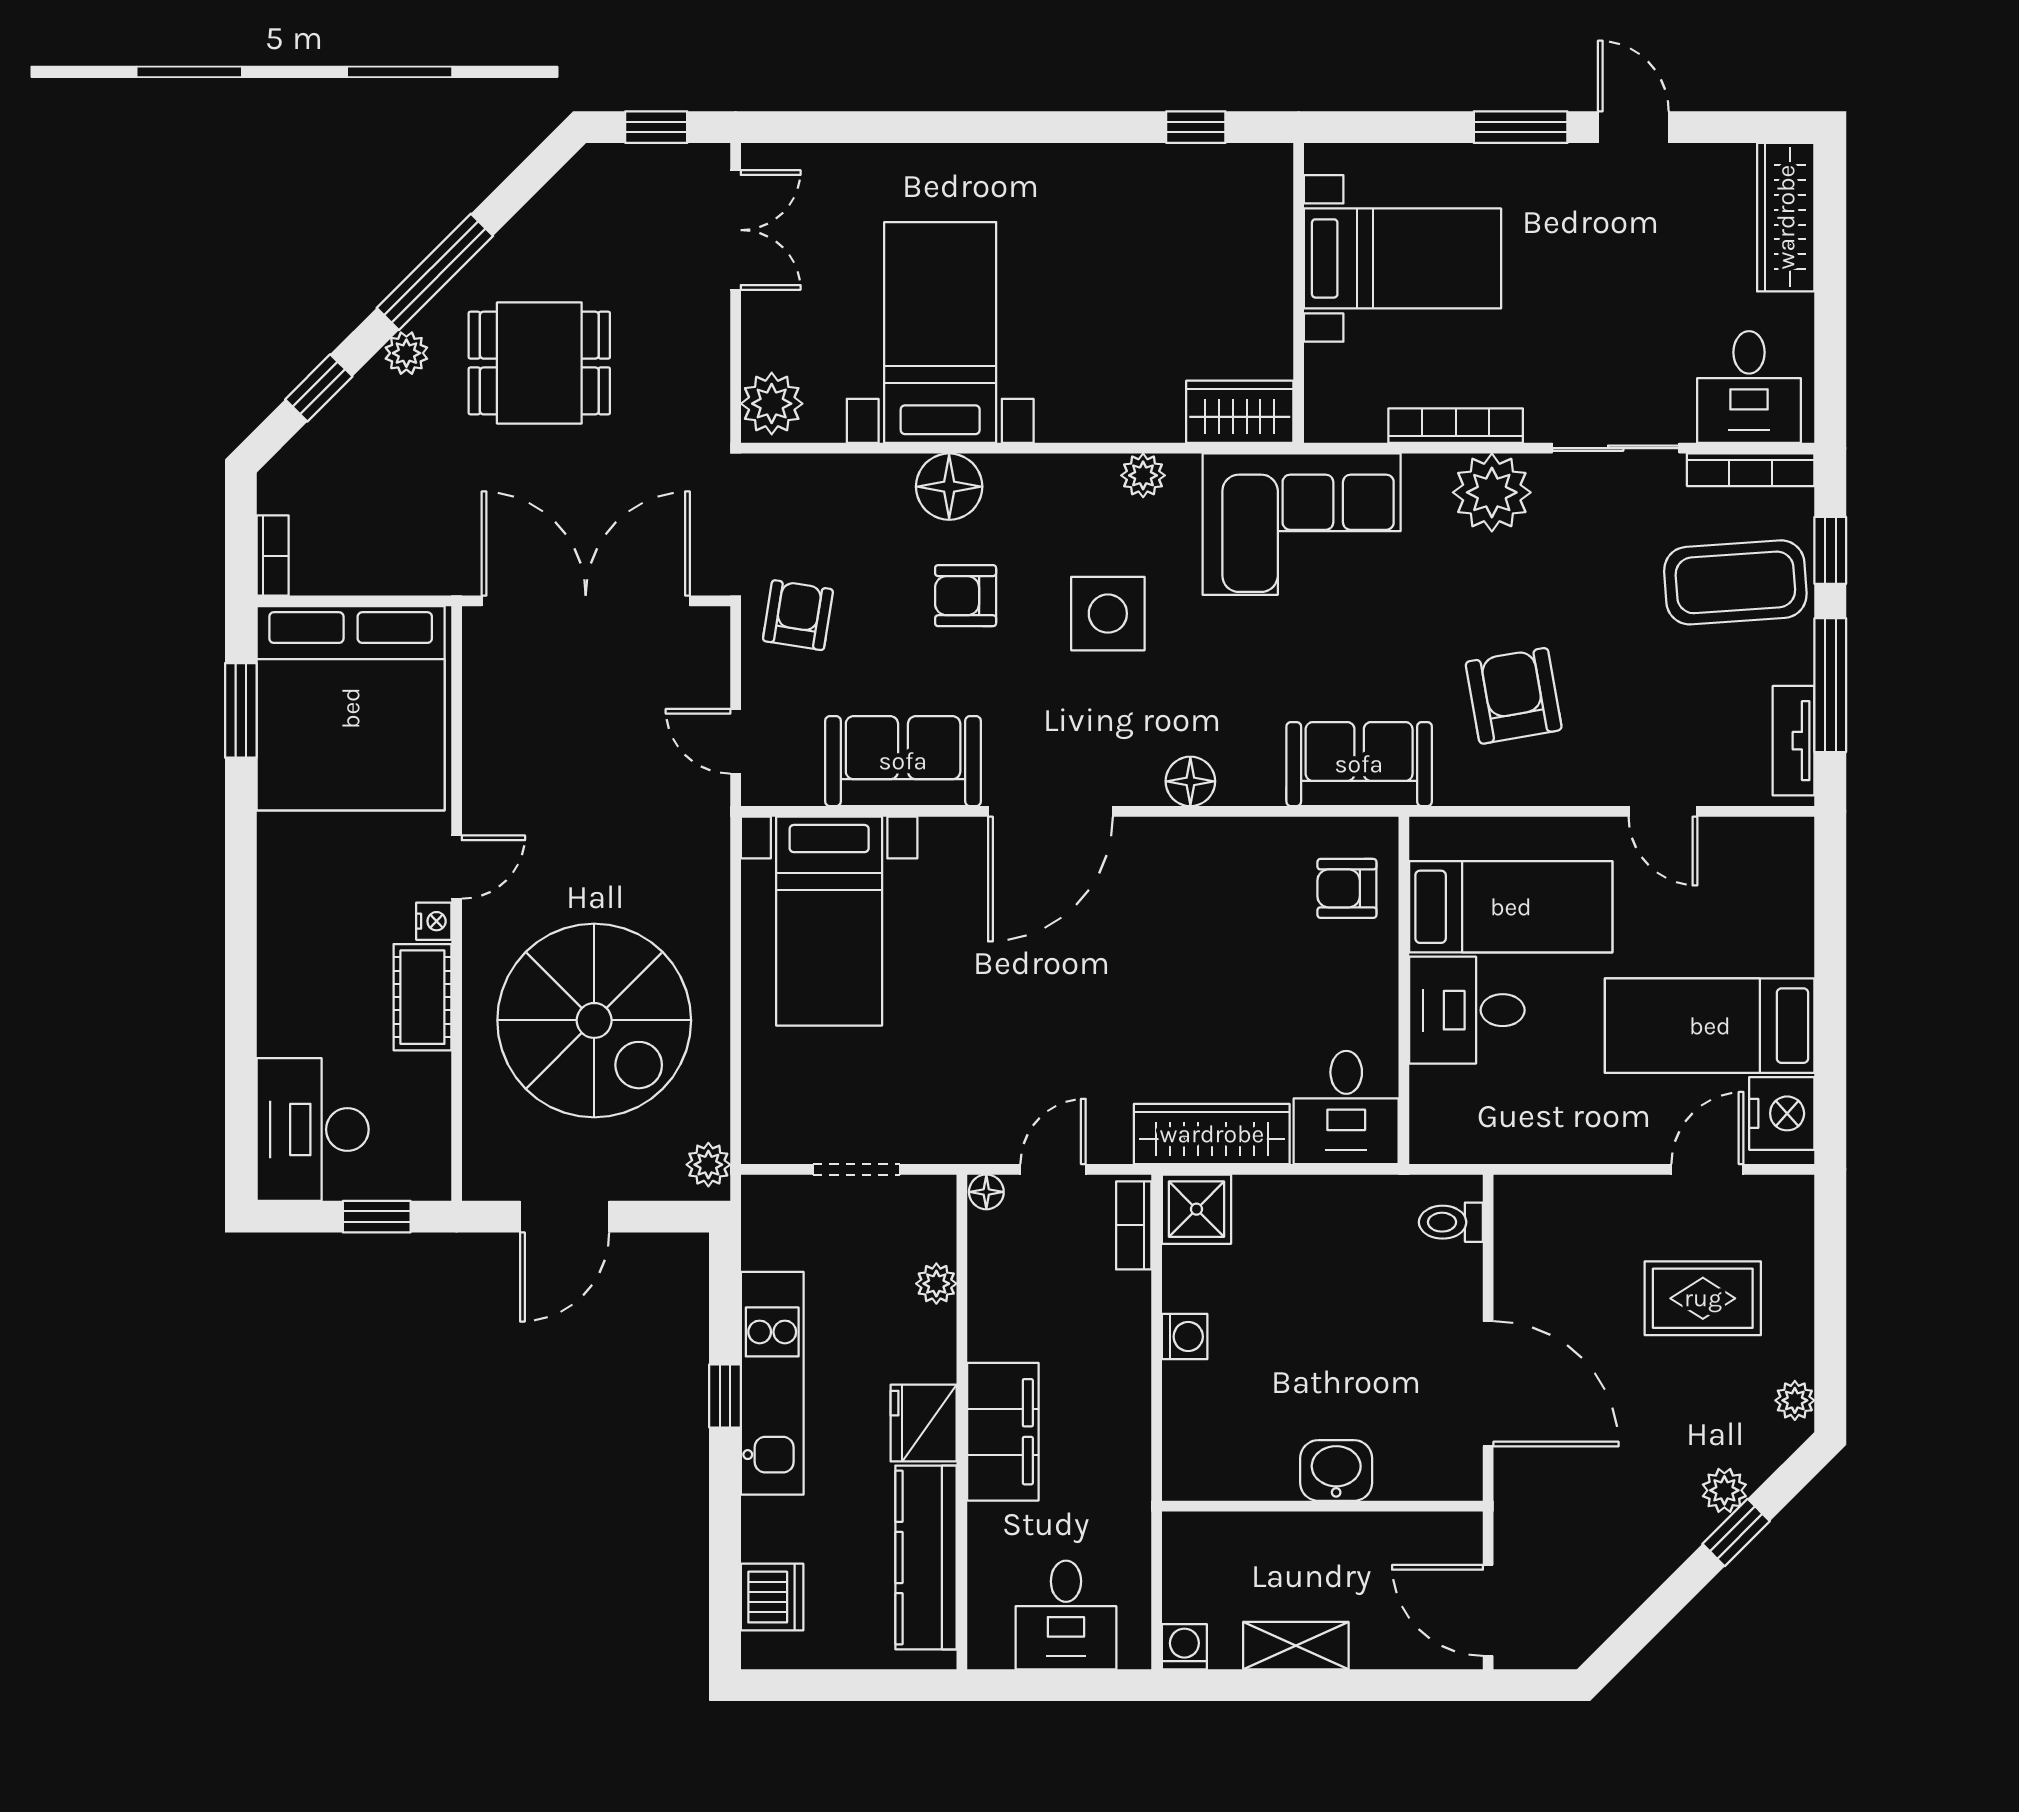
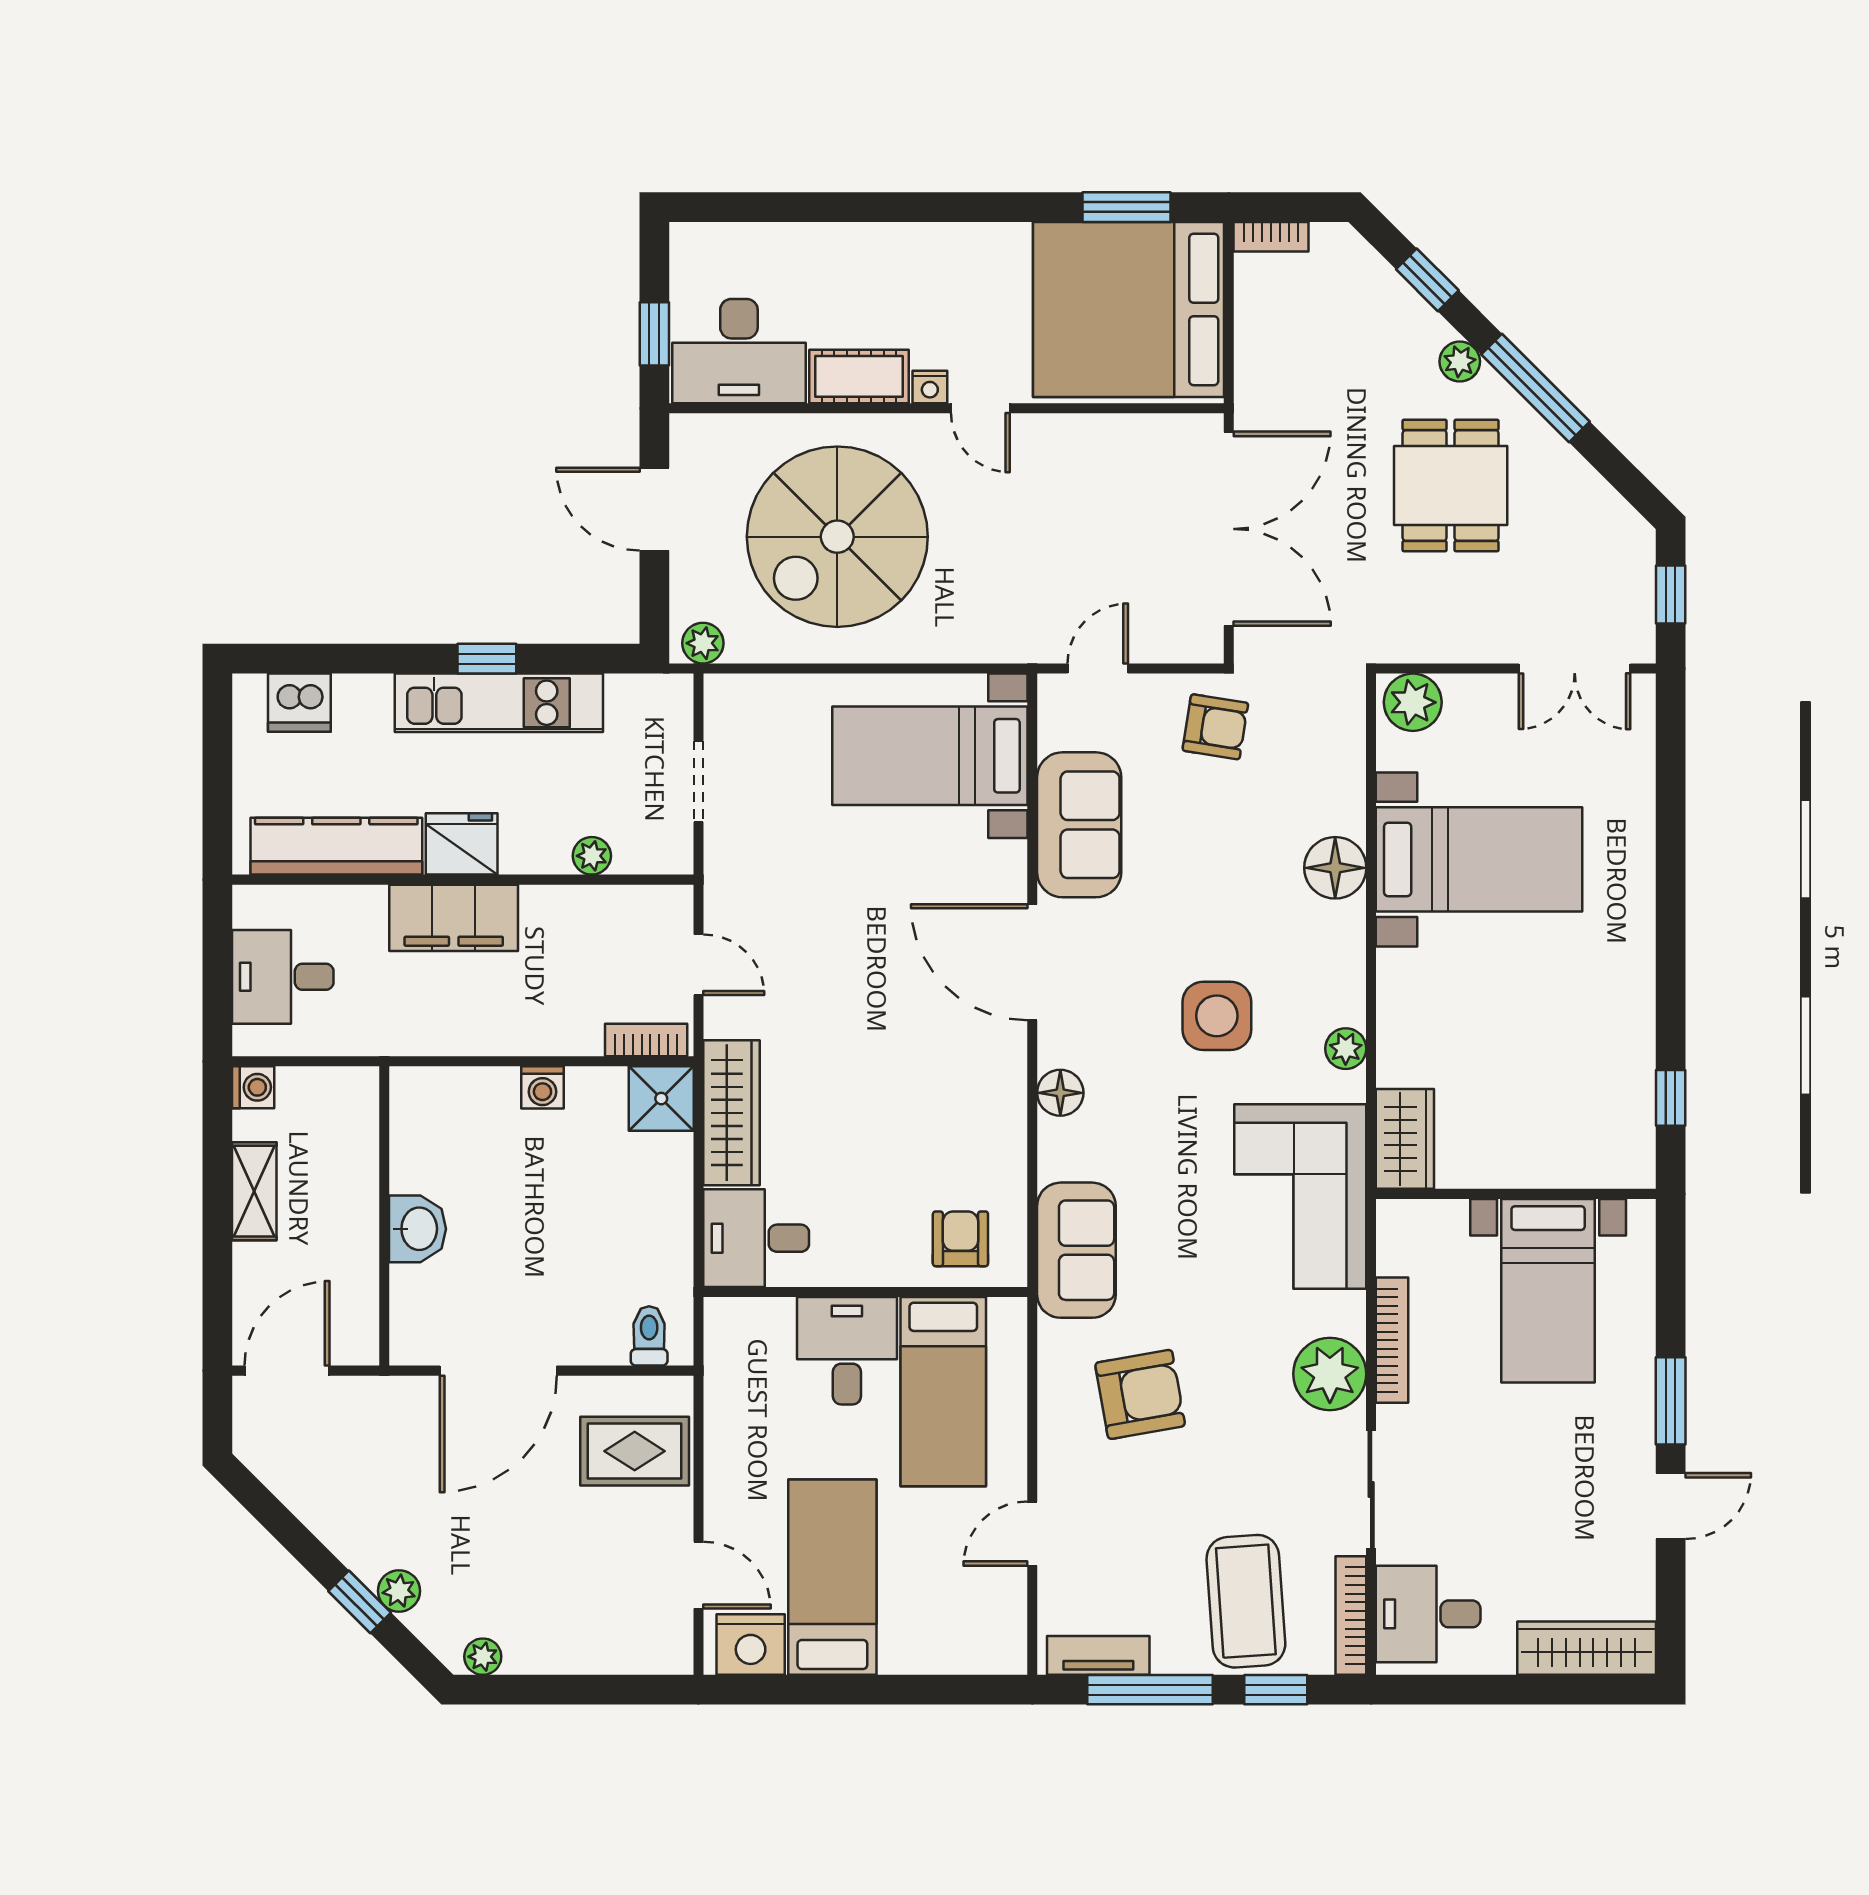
armchair: (966, 596) -> (1234, 883), removed
desk: (313, 1129) -> (739, 351), moved, turned 180
floor lamp: (986, 1192) -> (677, 902), removed
rug: (1703, 1298) -> (635, 1451), moved, turned 90

